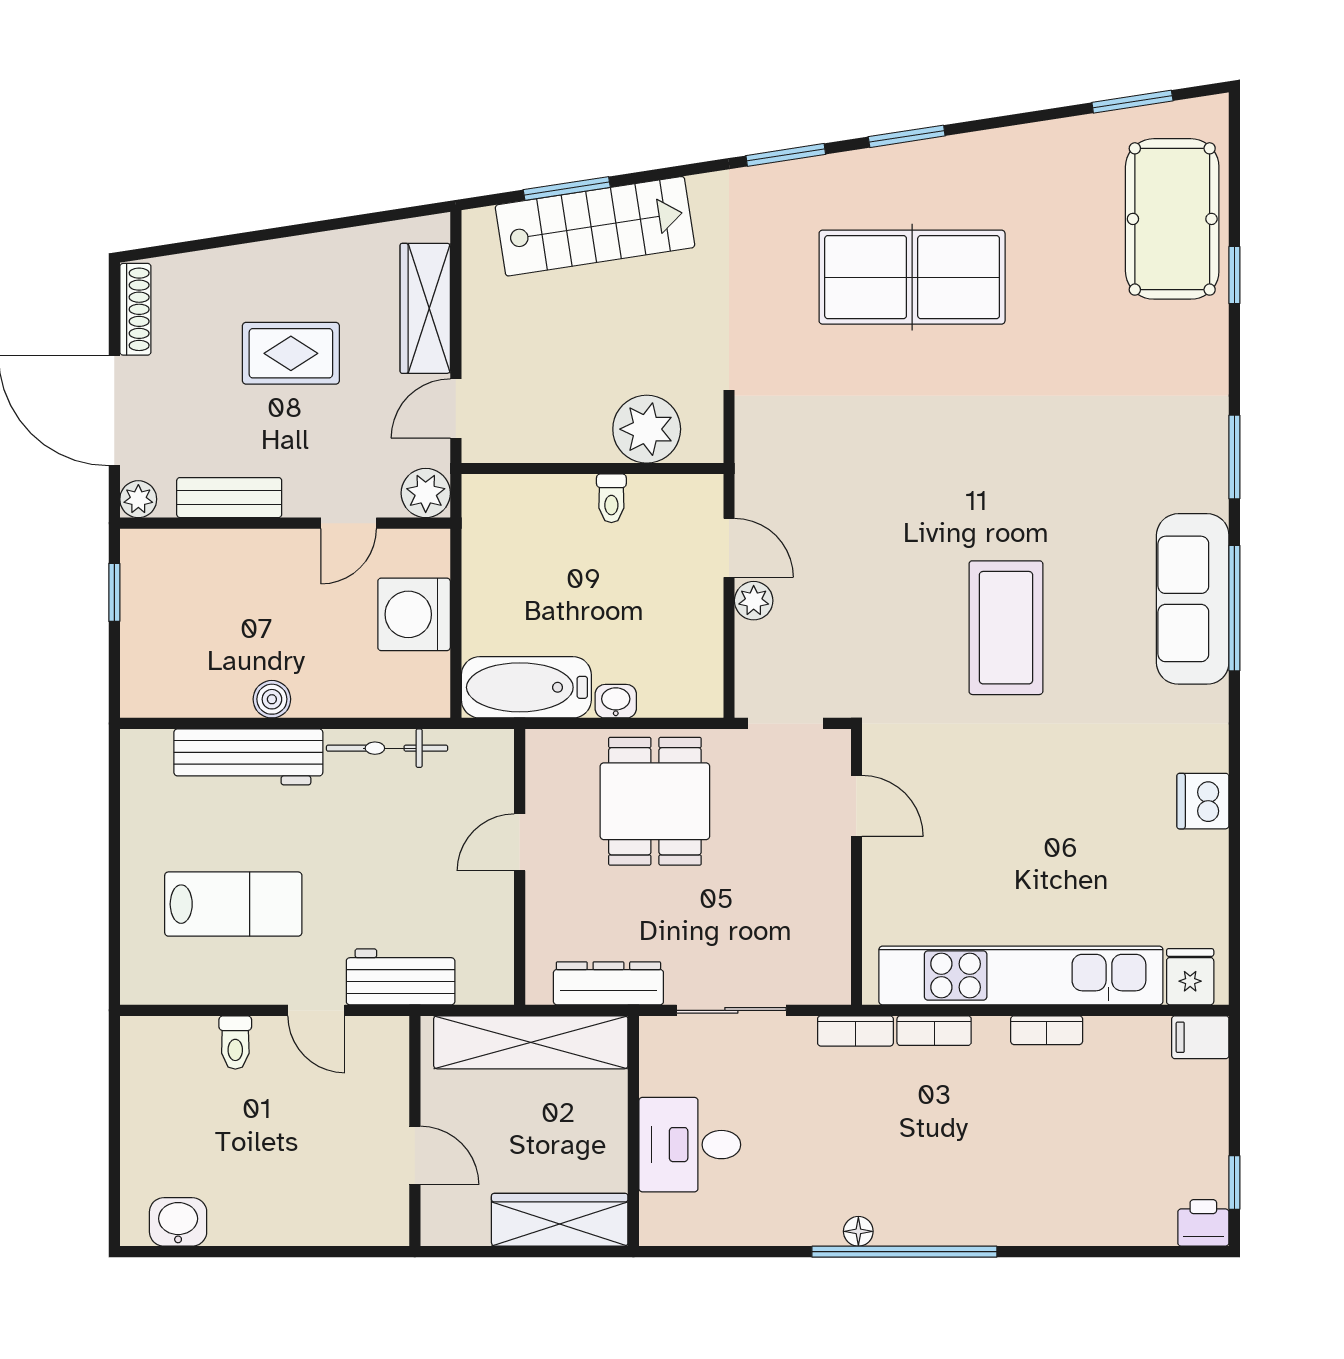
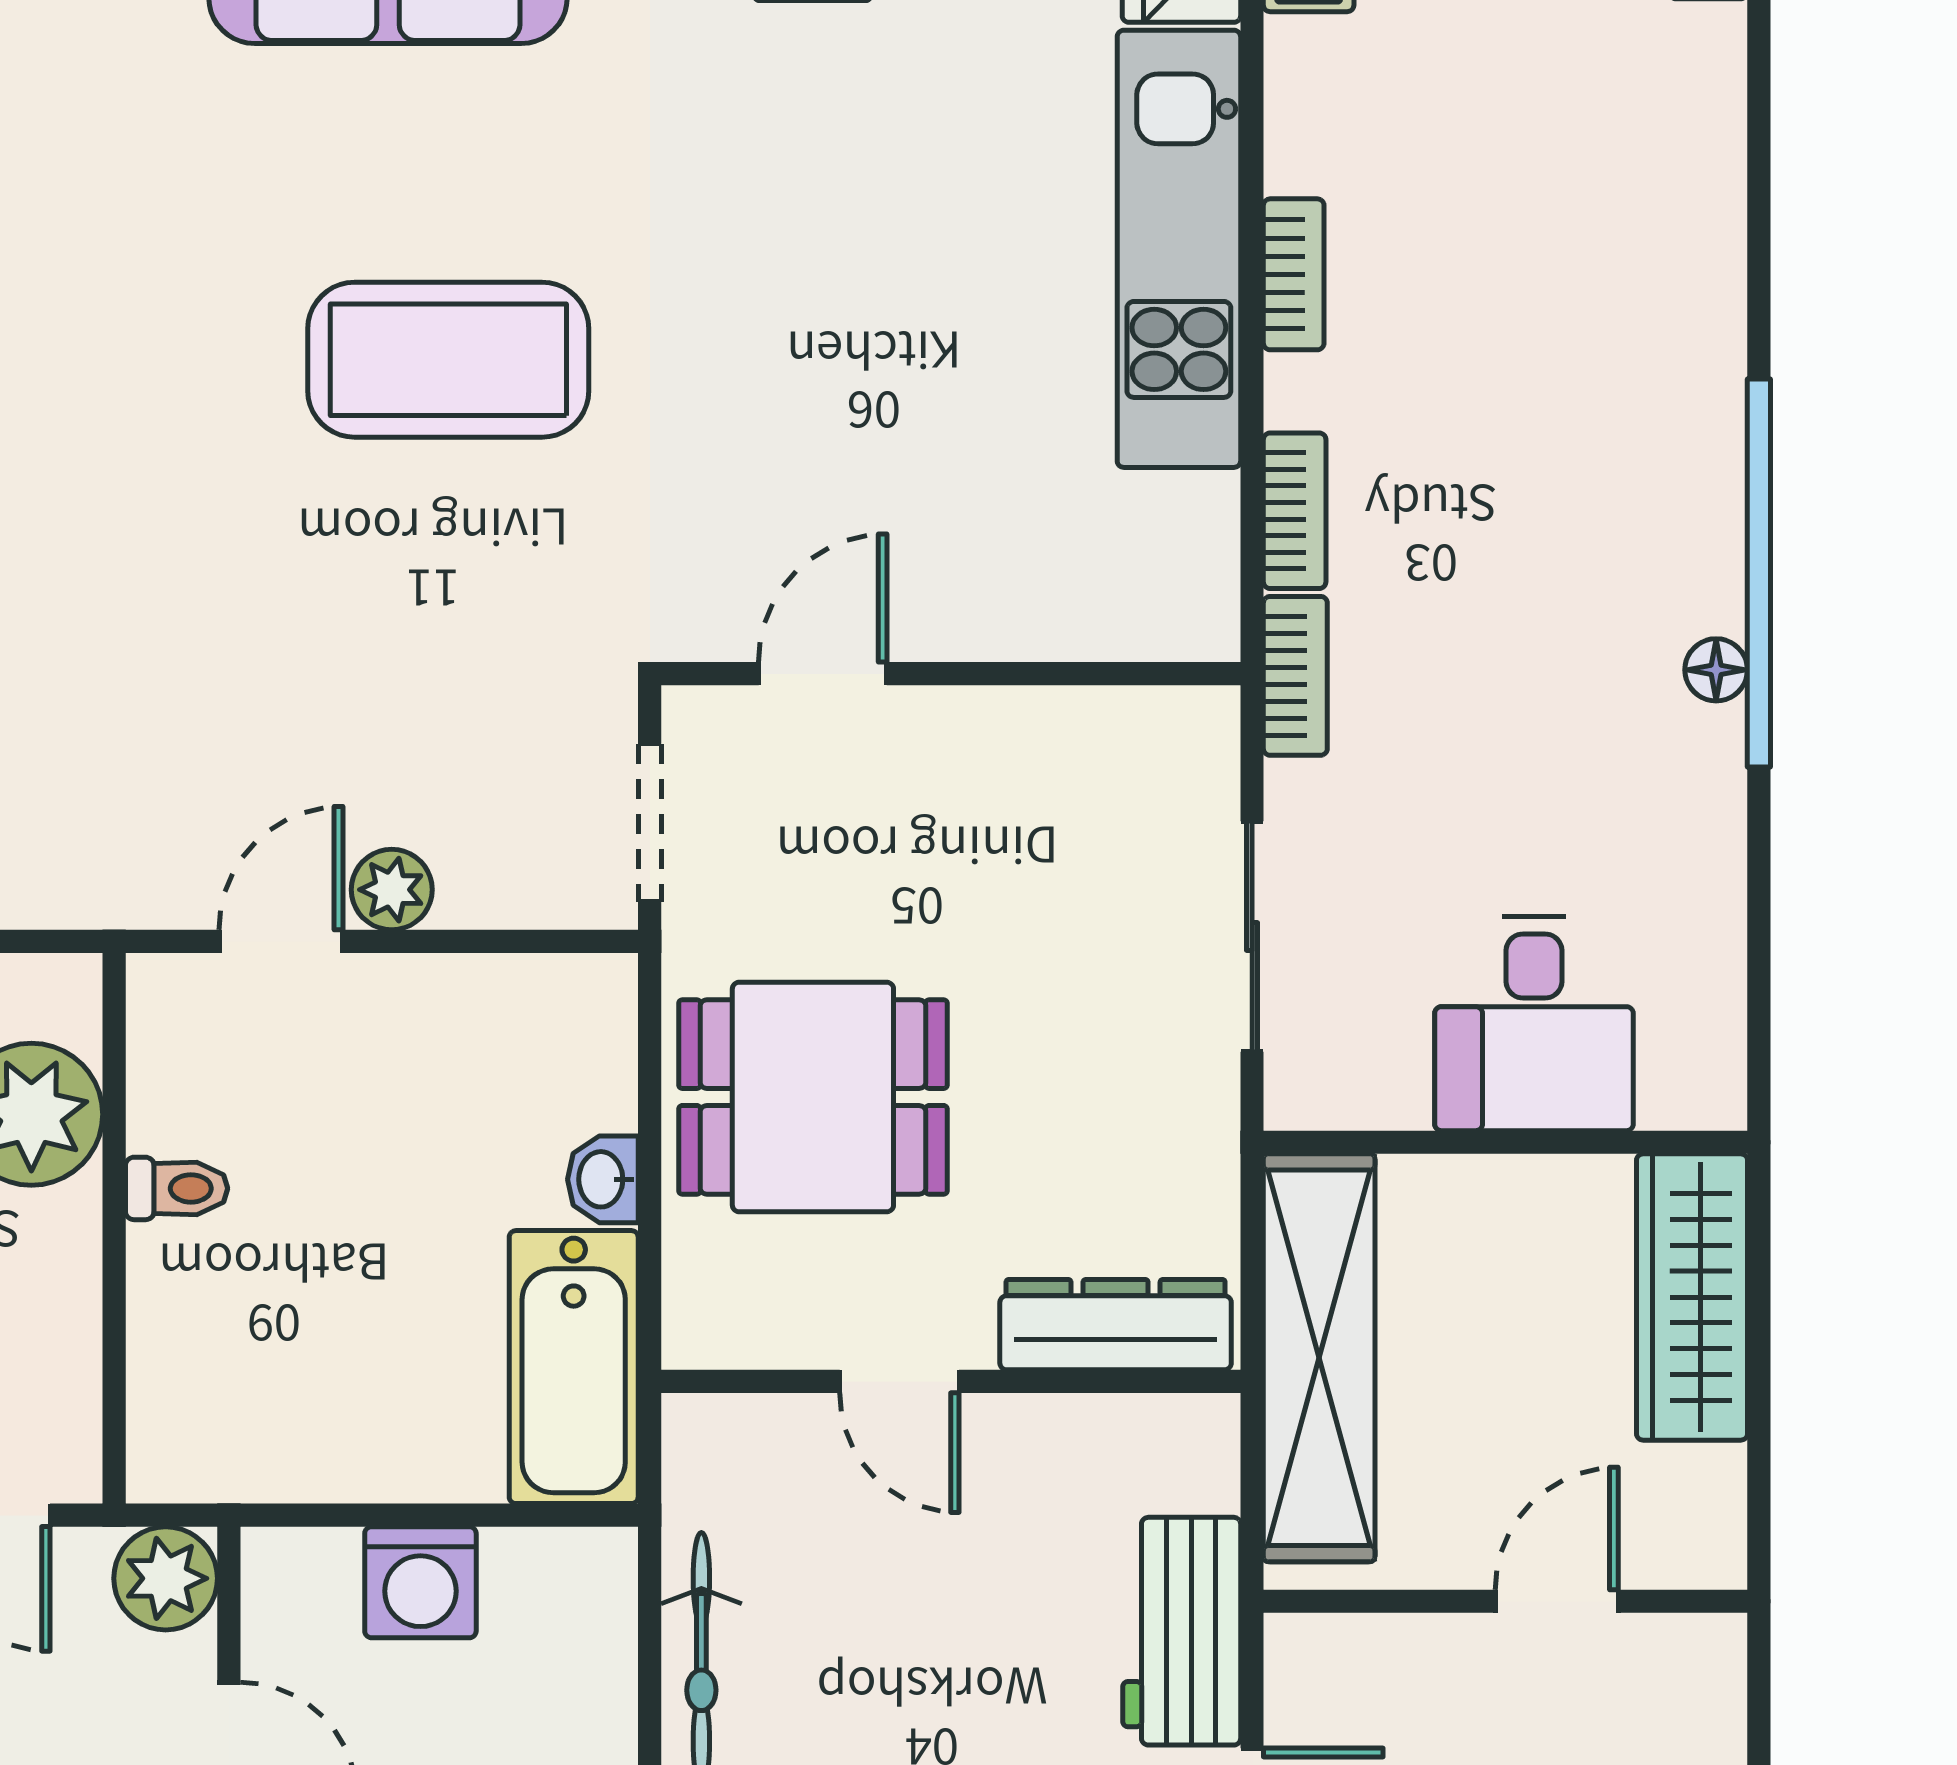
washing machine: (414, 614) -> (420, 1582), width x0.73, depth x0.73
kitchen unit: (1021, 975) -> (1179, 249), width x0.73
dresser: (608, 983) -> (1116, 1325), moved, turned 90

